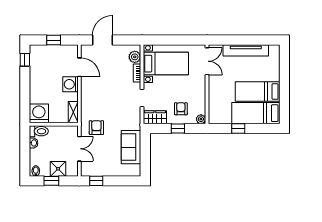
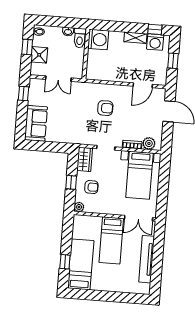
washing machine: (70, 84) -> (155, 42), moved, turned 180
bed: (258, 92) -> (111, 240), moved, turned 180
shelving: (73, 112) -> (135, 38), moved
armchair: (96, 128) -> (105, 108), moved
window: (238, 128) -> (65, 262), moved
sofa: (131, 147) -> (36, 123), moved, turned 90

